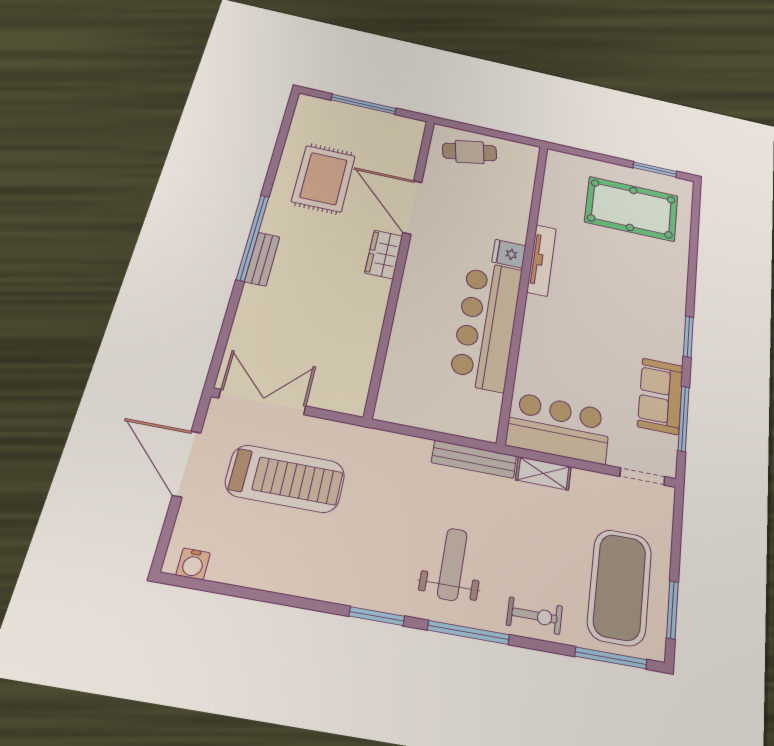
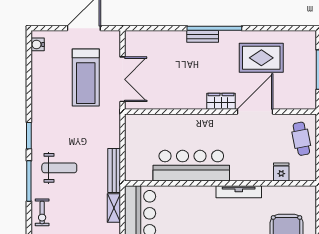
fridge: (509, 254) -> (281, 172), moved
double door: (262, 402) -> (122, 79), moved

